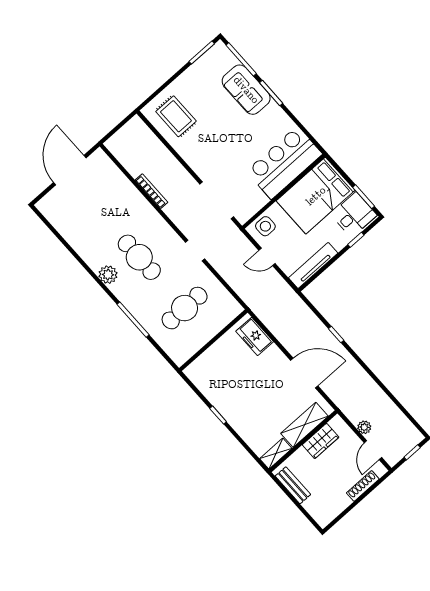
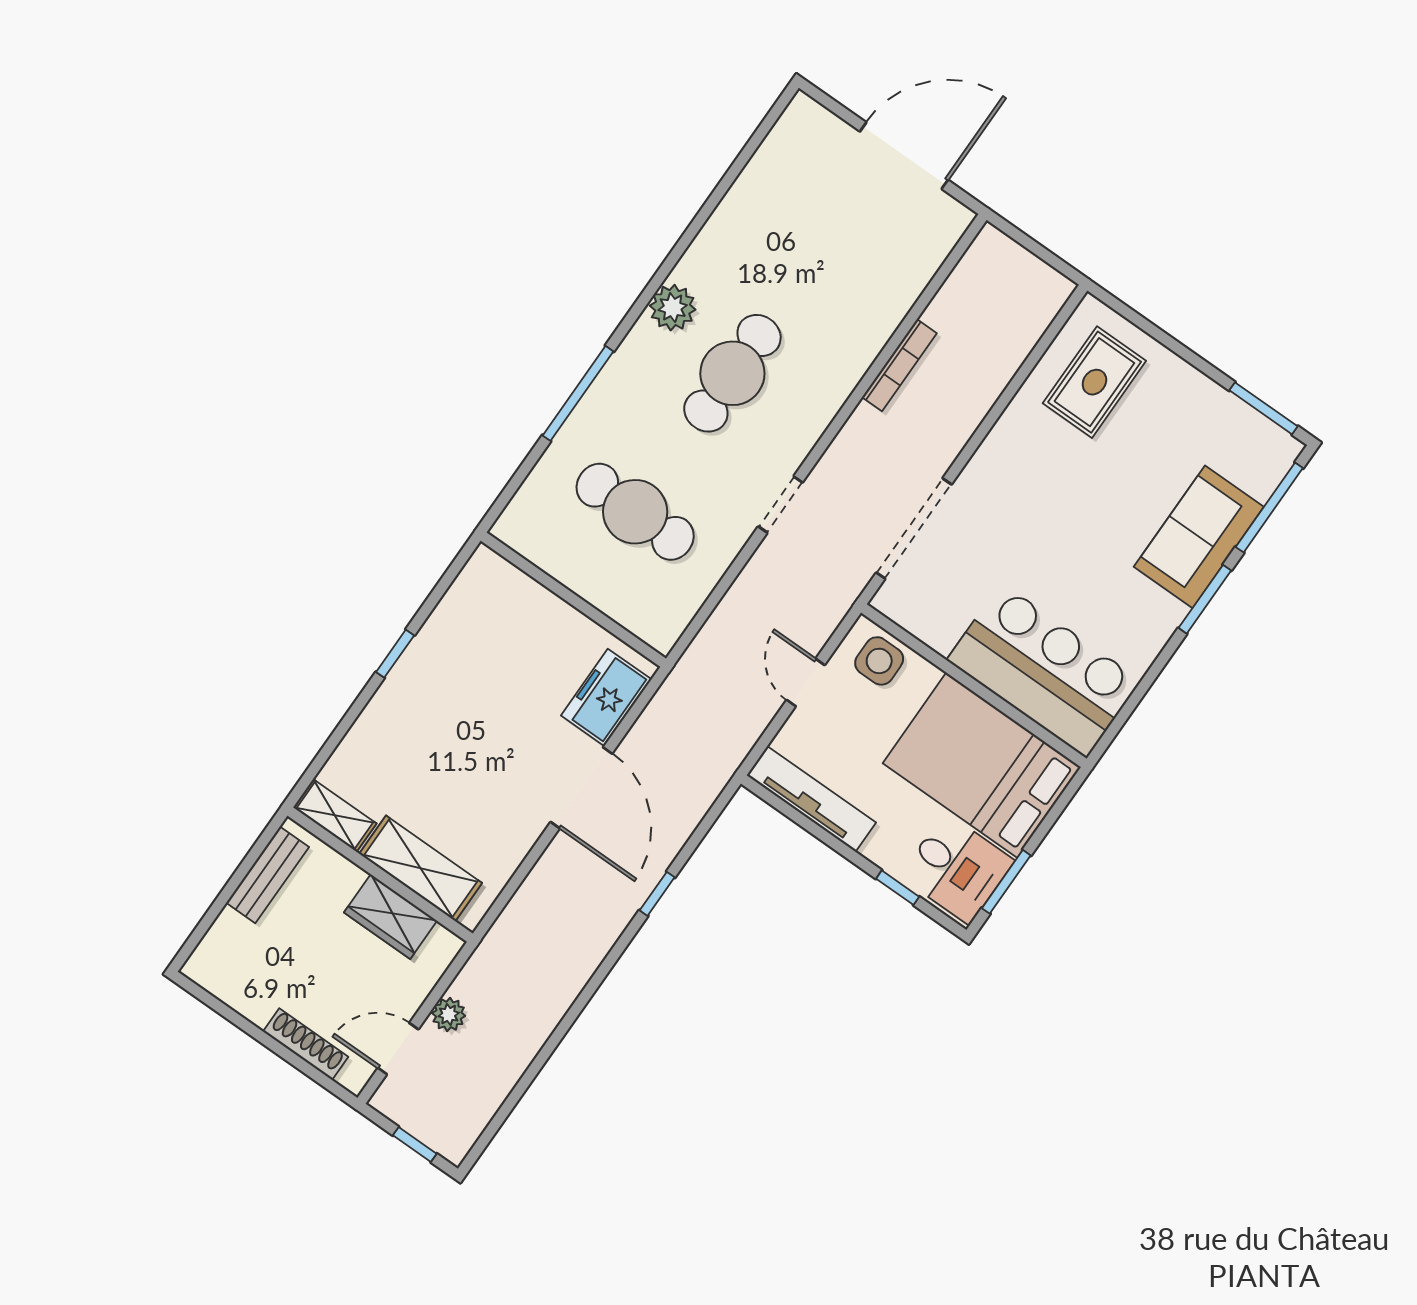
door: (304, 373) -> (581, 788), moved

